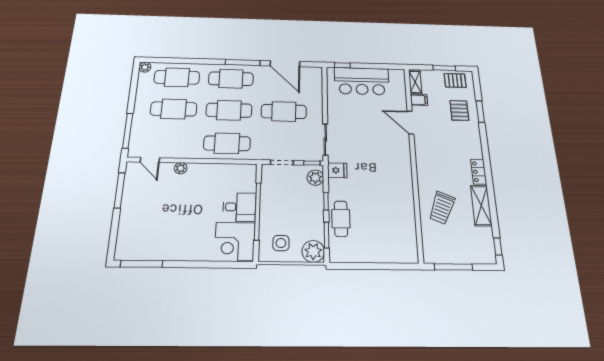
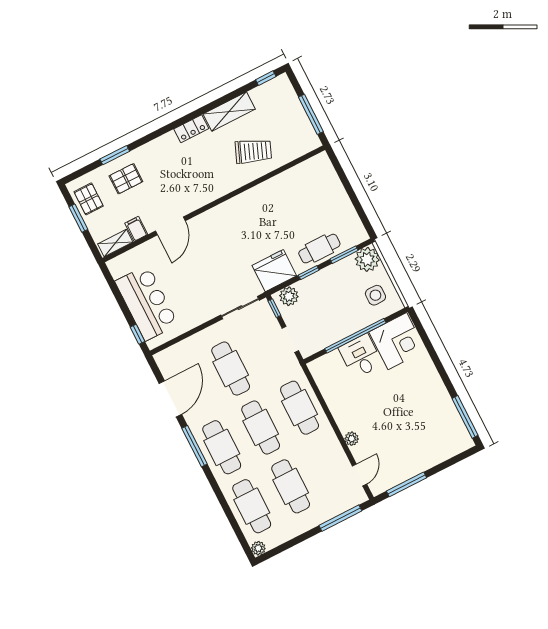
fridge: (337, 170) -> (274, 271), width x1.88, depth x1.34

